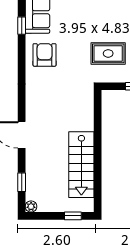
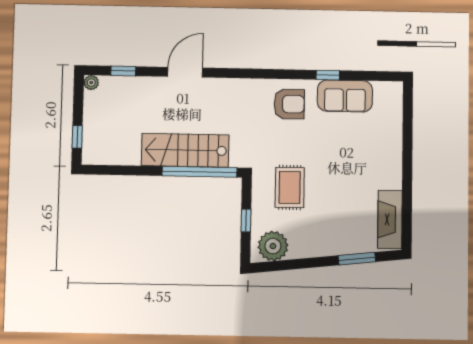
window: (98, 122) -> (200, 172), added
stairs: (81, 165) -> (185, 150), moved

